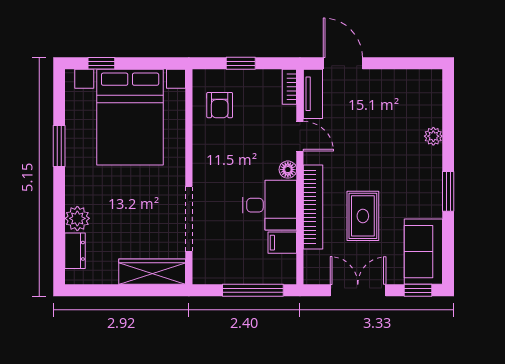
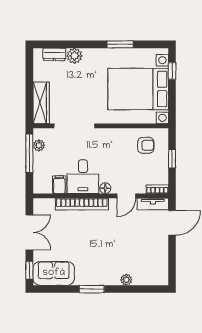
armchair: (220, 105) -> (146, 145), turned 180
rug: (363, 216) -> (76, 235), removed
plant: (220, 275) -> (39, 145), added
window: (253, 290) -> (29, 153), moved

